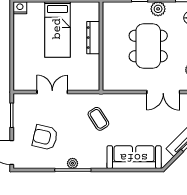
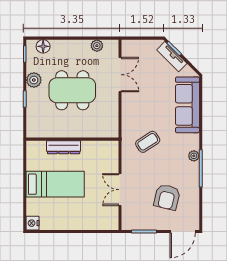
plant: (73, 163) -> (194, 156), moved

